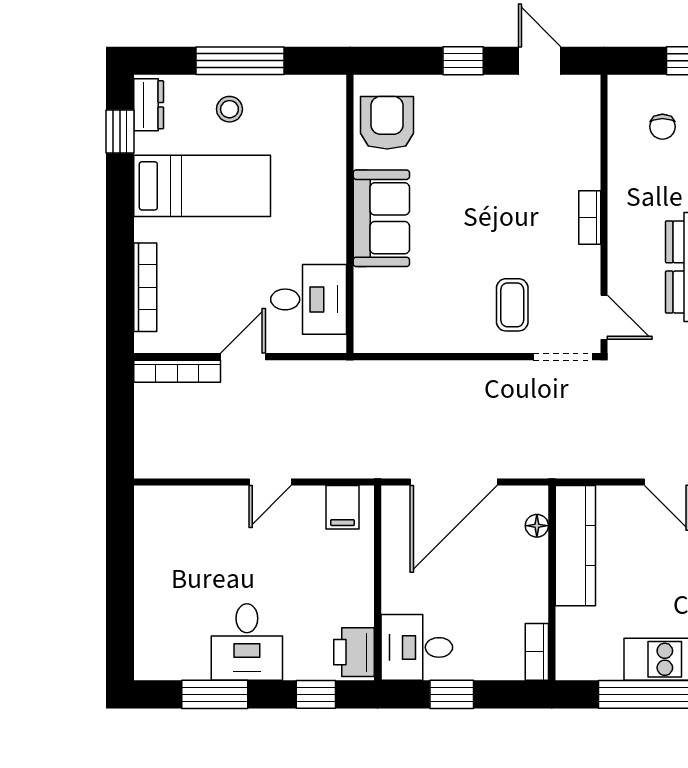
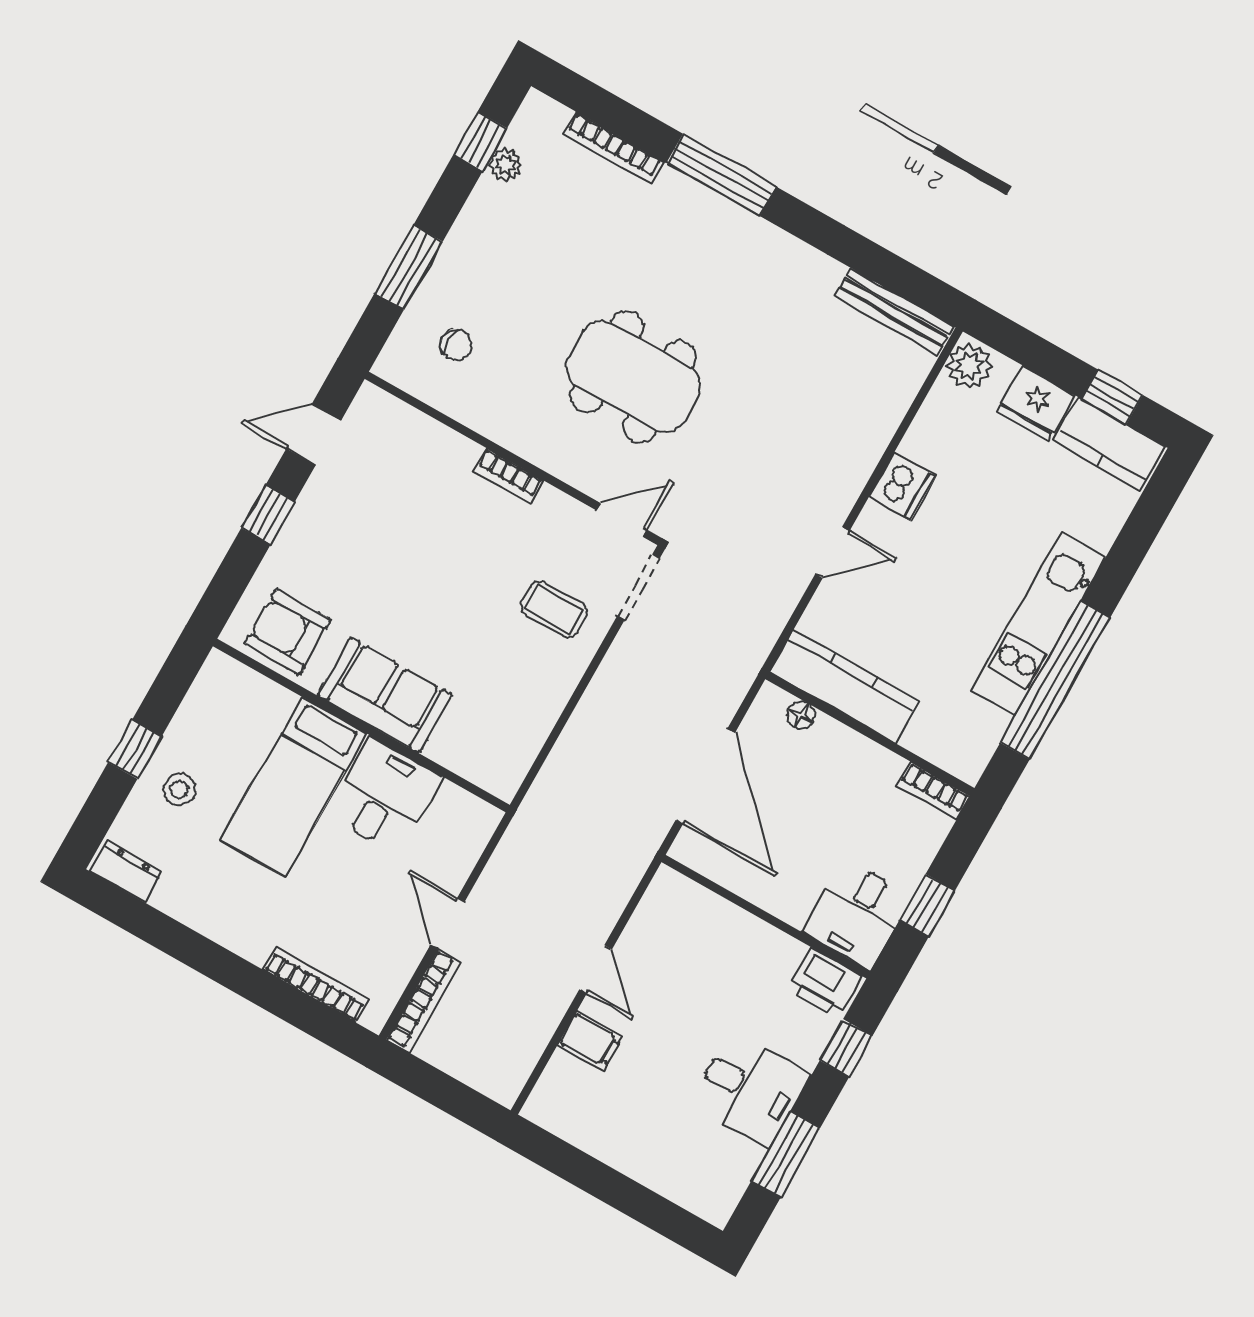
window: (240, 61) -> (135, 749), width x0.46
window: (120, 131) -> (137, 918), removed
bed: (202, 186) -> (294, 787), moved, turned 180
desk: (309, 299) -> (384, 796), moved
filing cabinet: (343, 507) -> (590, 1041), moved

